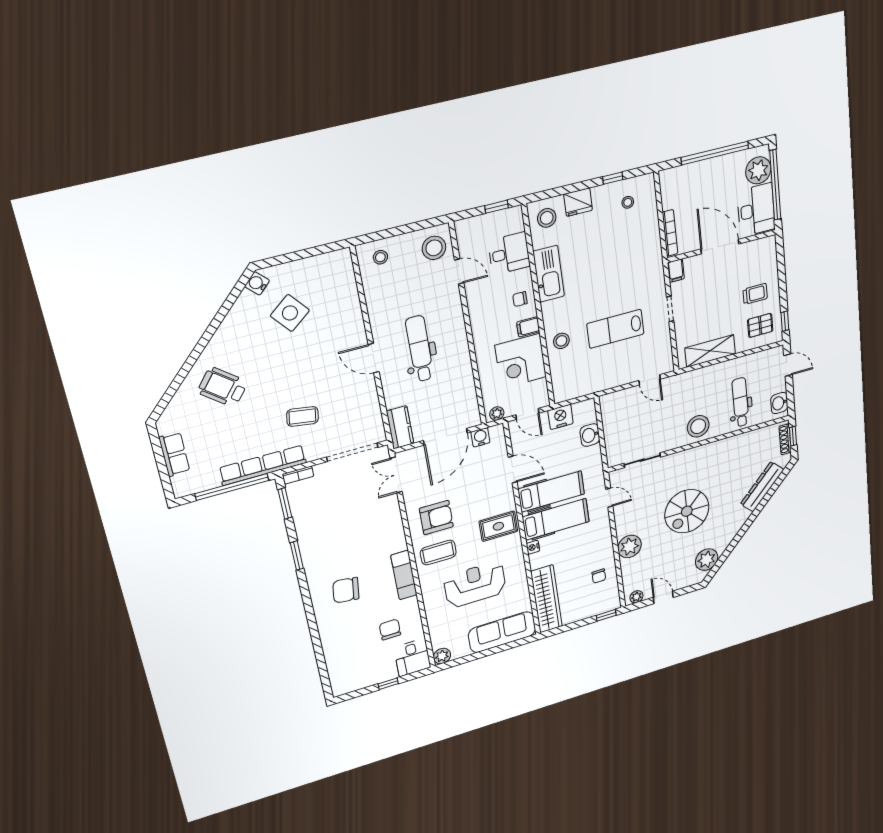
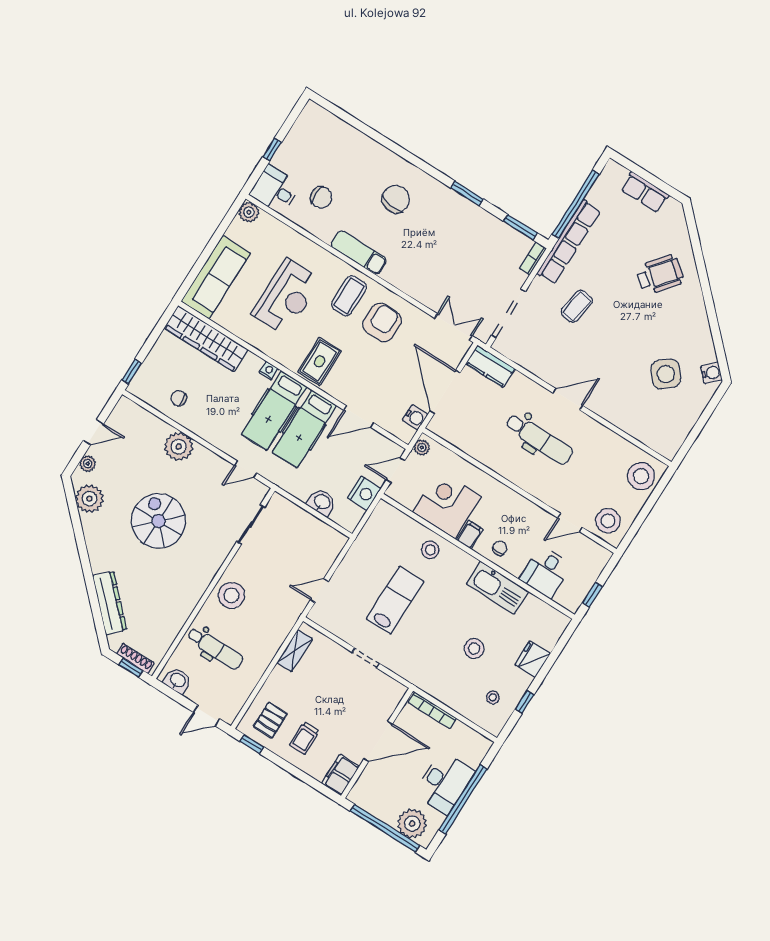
desk: (756, 210) -> (444, 783), moved, turned -90
stool: (547, 218) -> (474, 649), moved
stool: (380, 257) -> (641, 476), width x1.89, depth x1.89
filing cabinet: (676, 271) -> (340, 775), moved, width x2.00
shelving: (710, 351) -> (295, 651), width x0.67, depth x0.75
armchair: (436, 518) -> (382, 322), turned 180
plant: (636, 597) -> (88, 464), moved

